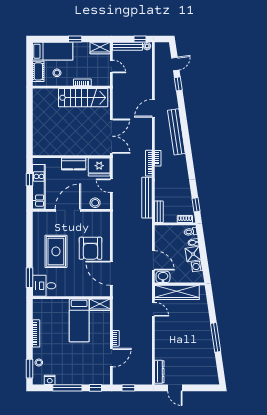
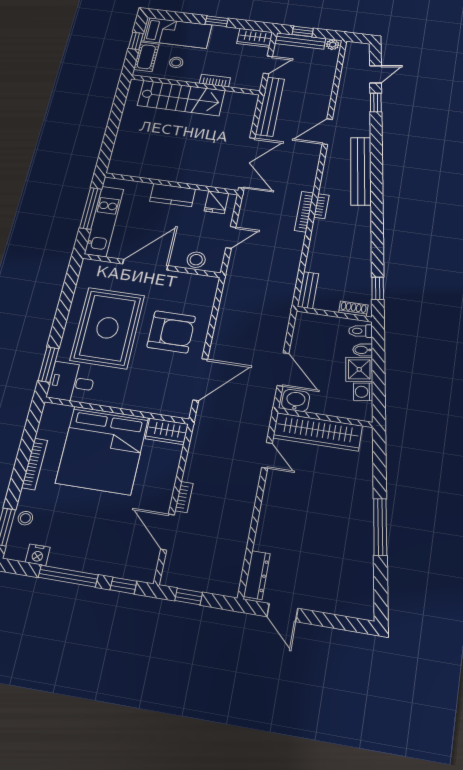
window: (140, 39) -> (303, 31), moved
window: (30, 61) -> (136, 41), added
door: (111, 66) -> (268, 65), hinge flipped
stairs: (83, 98) -> (181, 98), moved
fridge: (99, 167) -> (216, 202), width x0.53, depth x0.75
window: (30, 180) -> (91, 208), width x2.17
door: (111, 186) -> (231, 237), swing flipped
bench: (147, 198) -> (270, 107), moved
armchair: (90, 248) -> (171, 332), turned -90
rug: (56, 251) -> (107, 328), width x1.37, depth x1.44
door: (111, 273) -> (200, 380), swing flipped
bed: (79, 320) -> (102, 450), width x2.04
door: (111, 358) -> (168, 532), swing flipped

